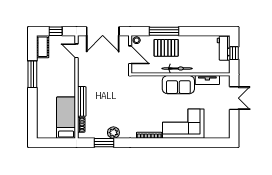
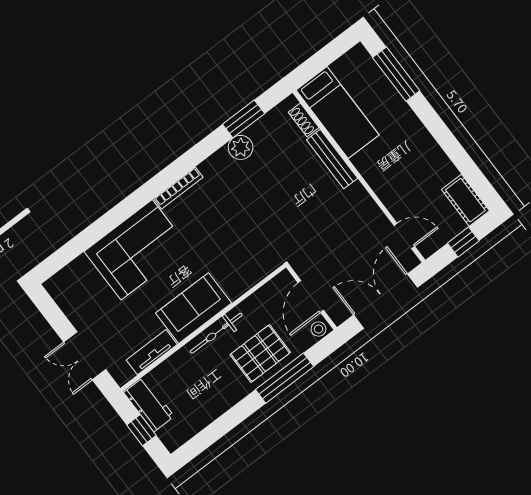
workbench: (224, 48) -> (149, 404), moved
door: (130, 55) -> (311, 296), hinge flipped
window: (32, 74) -> (396, 74), moved

